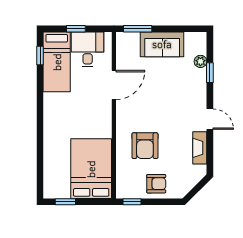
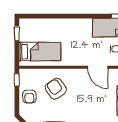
armchair: (145, 146) -> (56, 89), turned 55
bed: (91, 169) -> (40, 52), width x0.67

